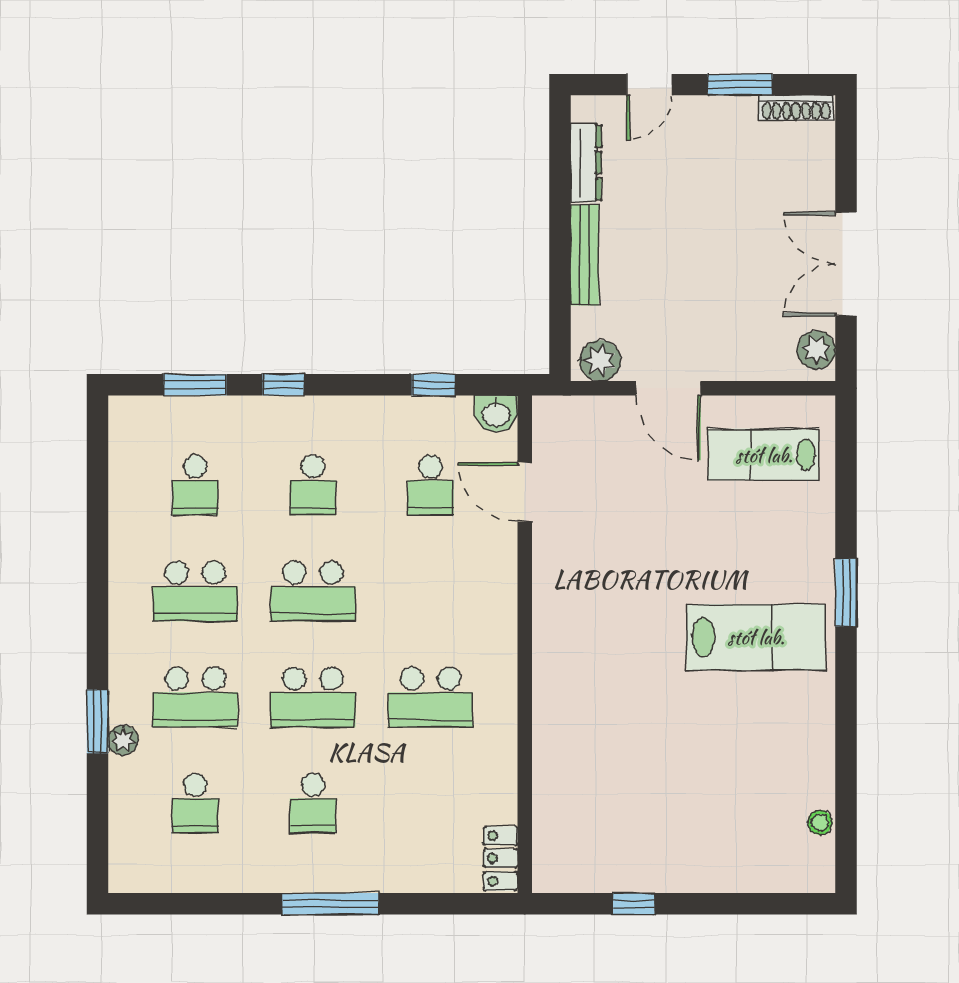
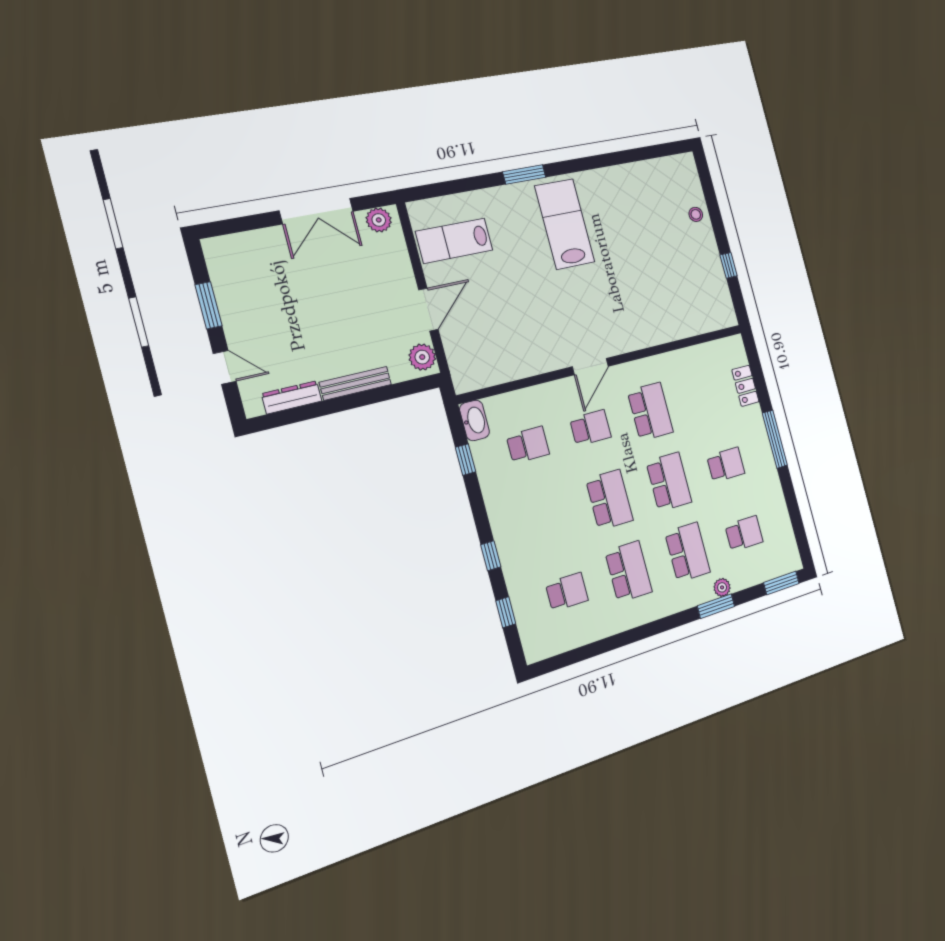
shoe rack: (796, 108) -> (216, 264), removed
window: (195, 385) -> (506, 612), width x0.67
washbasin: (496, 414) -> (475, 420), width x1.38
lab bench: (764, 455) -> (454, 241), turned 90
school desk: (313, 485) -> (590, 428), moved
door: (525, 492) -> (590, 367), moved
stool: (820, 822) -> (696, 214), moved
window: (98, 846) -> (781, 583), added
locker: (500, 858) -> (745, 386), moved, turned 90

